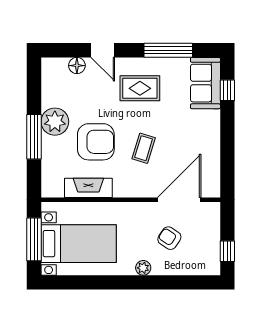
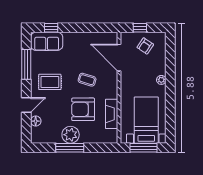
rug: (140, 88) -> (50, 82), turned 90
window: (34, 137) -> (70, 148), moved
armchair: (96, 142) -> (83, 109), turned -90
armchair: (169, 238) -> (145, 46), moved
window: (227, 251) -> (140, 28), moved

